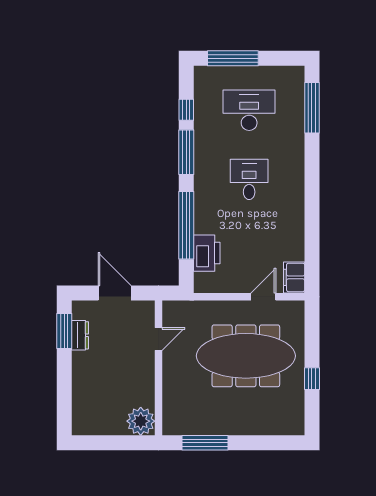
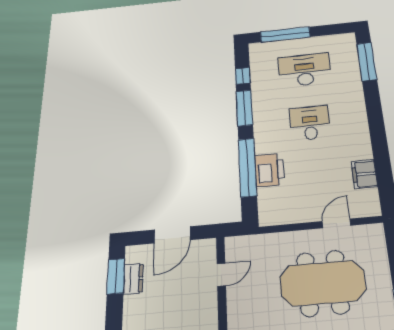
printer: (207, 253) -> (269, 170), moved
filing cabinet: (294, 277) -> (364, 174), moved
door: (115, 293) -> (172, 235), swing flipped
meeting table: (246, 356) -> (323, 283), width x0.73

